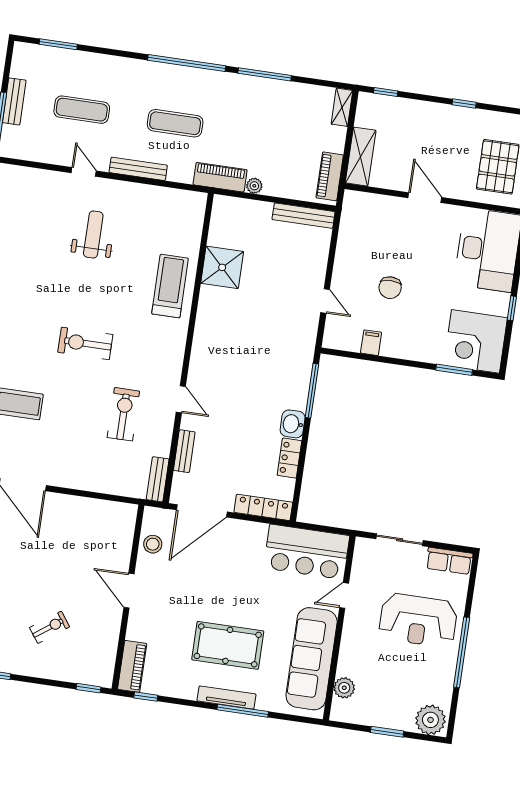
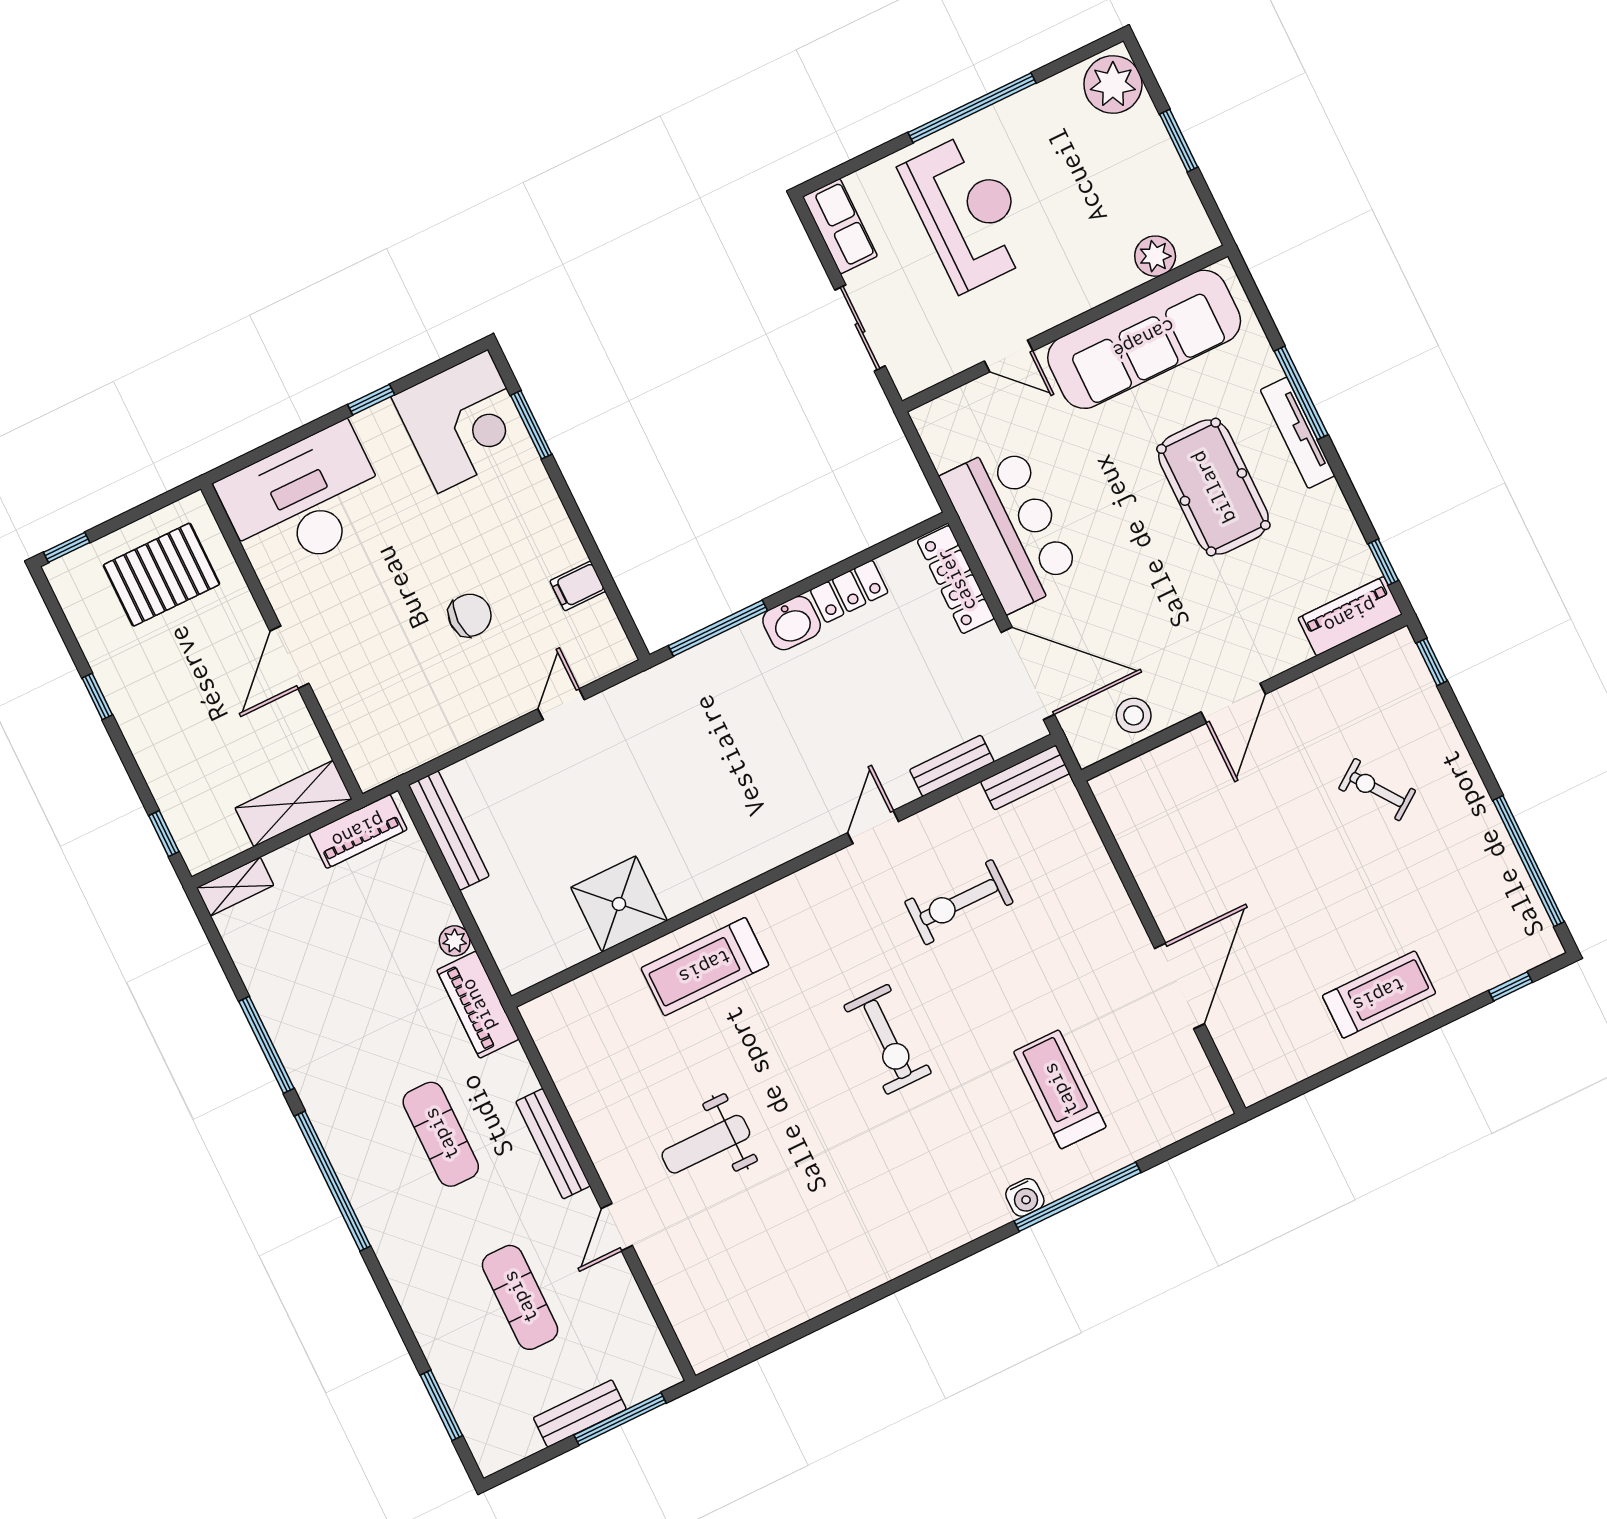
bar counter: (307, 552) -> (1011, 527), moved

